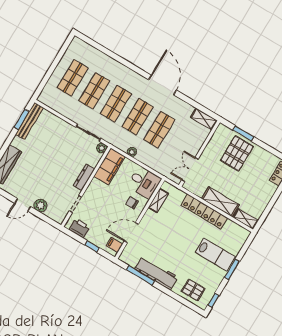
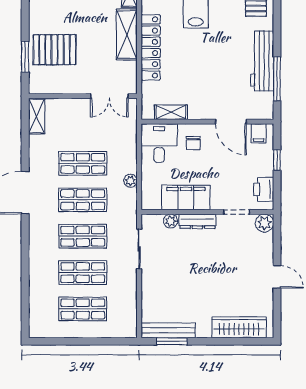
plant: (102, 148) -> (171, 221), moved
filing cabinet: (110, 166) -> (186, 198), moved
plant: (41, 205) -> (264, 223), moved

